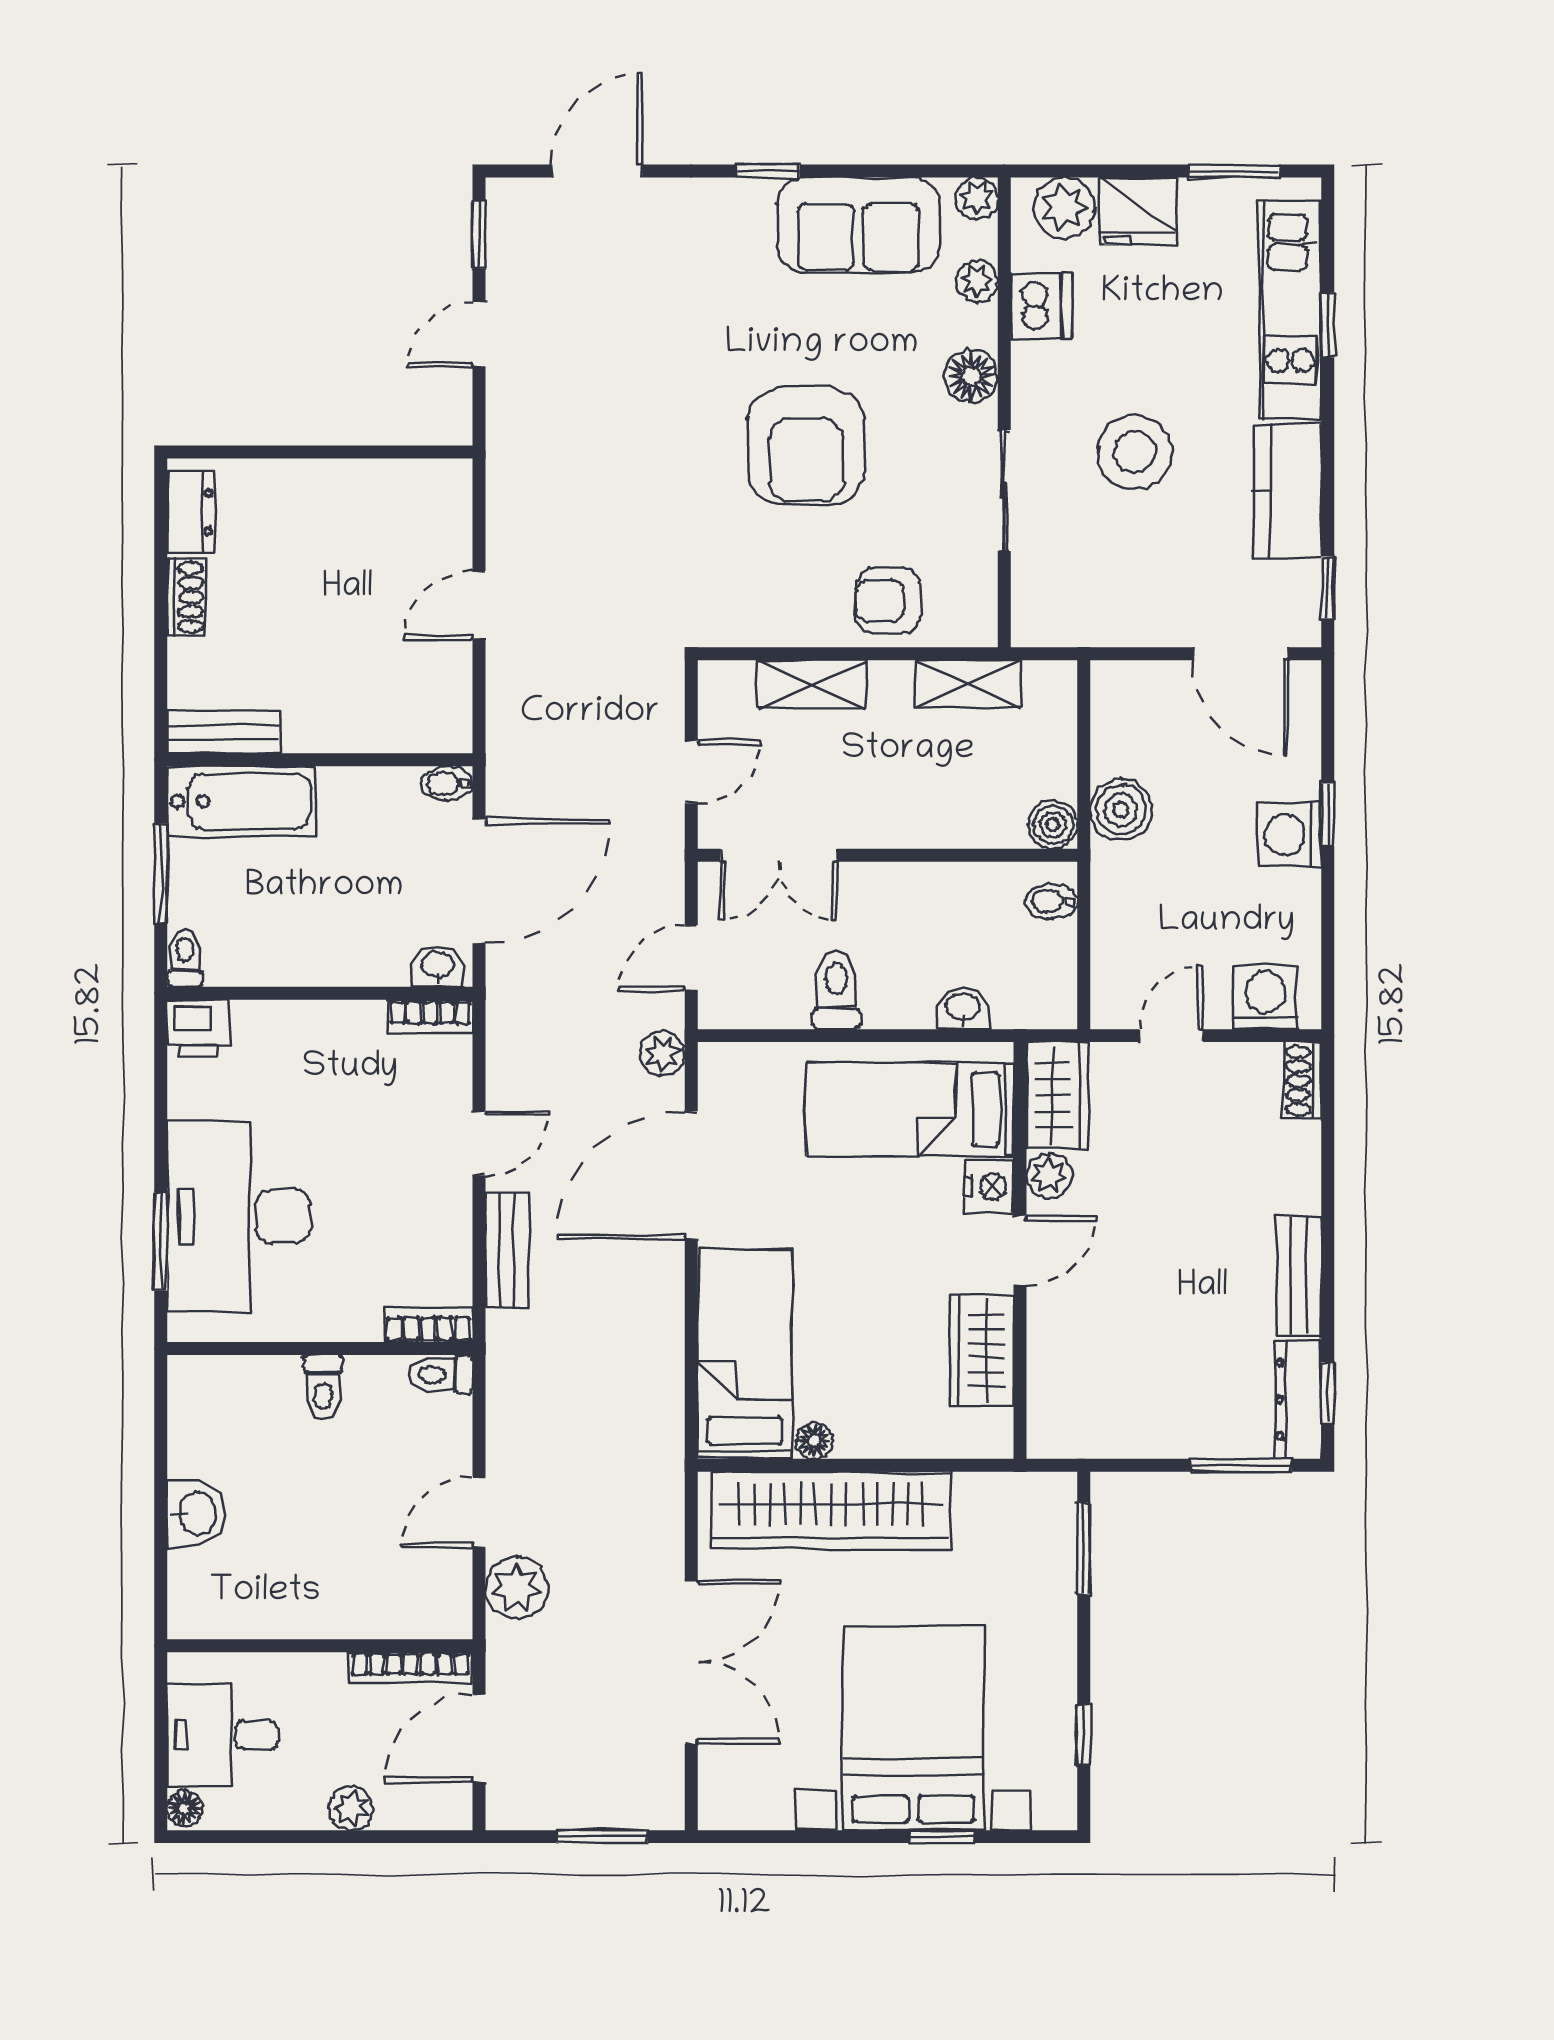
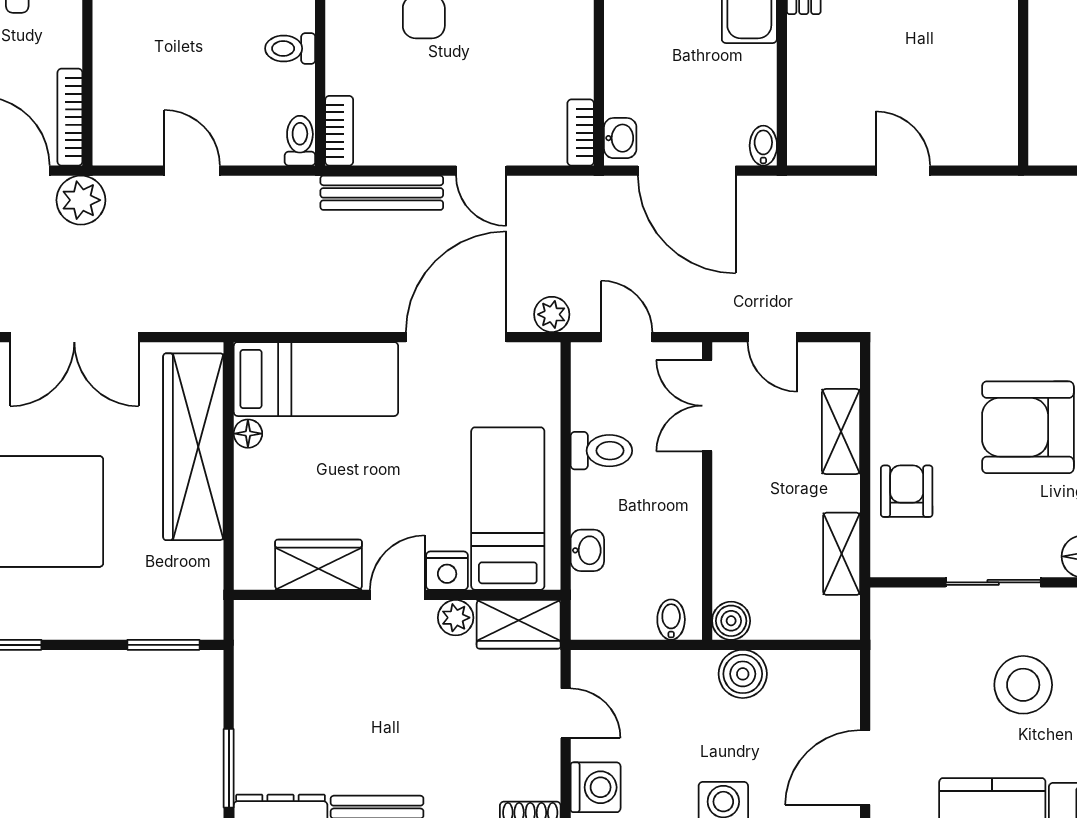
door: (691, 1175) -> (456, 337), hinge flipped
bench: (507, 1249) -> (382, 193), width x1.36
door: (1020, 1250) -> (397, 595), swing flipped
plant: (517, 1588) -> (81, 200), moved

